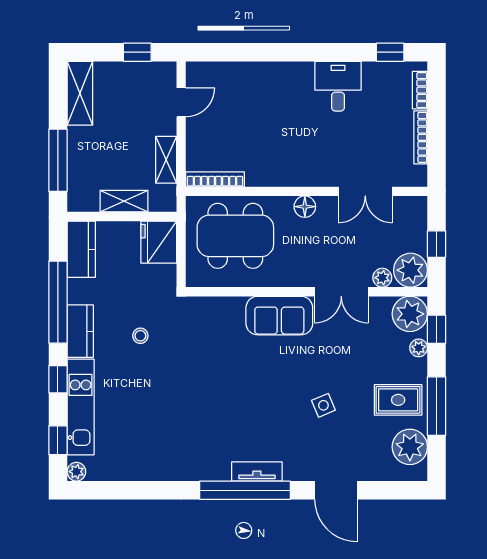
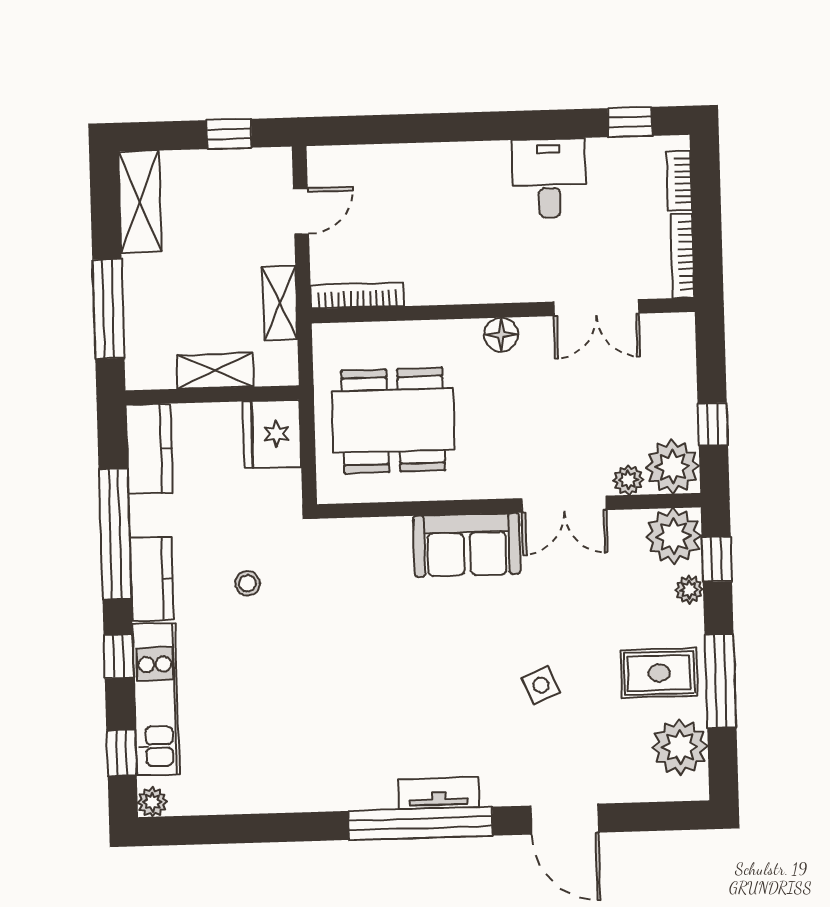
bookcase: (215, 179) -> (357, 296), moved
wall: (307, 191) -> (503, 310), moved
double door: (365, 191) -> (596, 308), moved
floor lamp: (305, 207) -> (501, 335), moved

